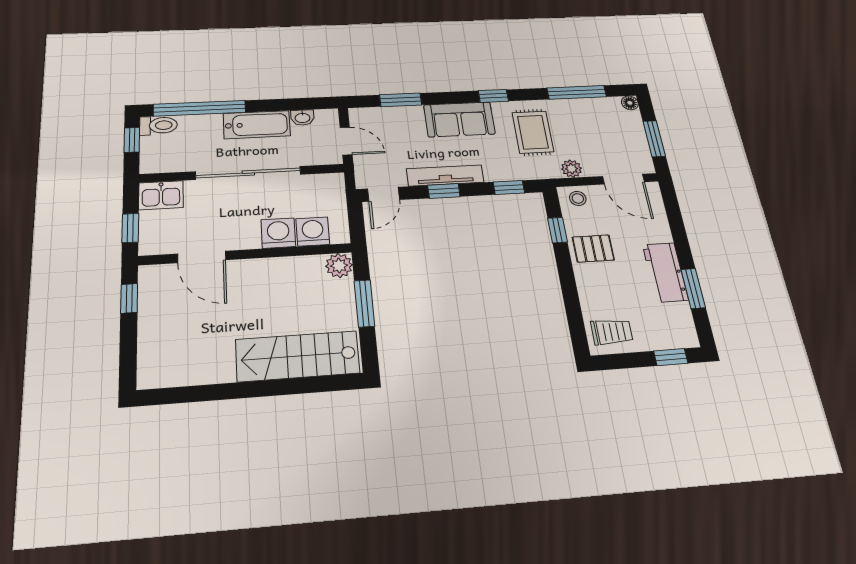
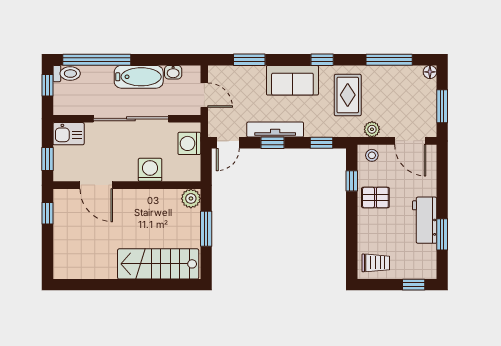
washing machine: (313, 232) -> (189, 143), moved, turned -90

